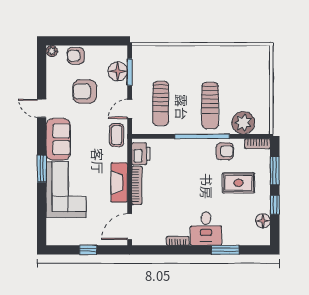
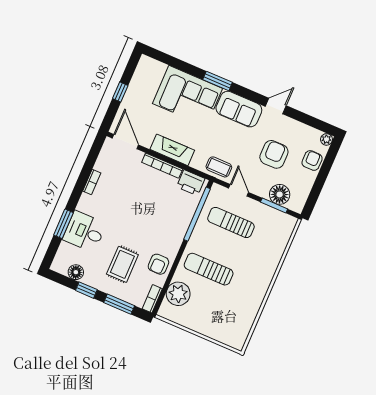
window: (202, 136) -> (197, 214), moved
desk: (206, 229) -> (84, 232), moved

